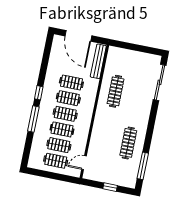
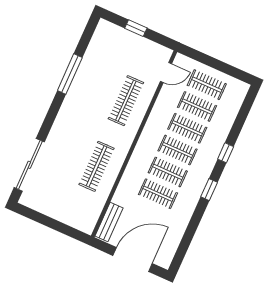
door: (78, 36) -> (133, 259), hinge flipped
bench: (98, 61) -> (109, 222), width x0.73
window: (33, 119) -> (226, 153), width x0.46
clothes rail: (128, 143) -> (126, 101), moved
window: (143, 166) -> (70, 74), moved

